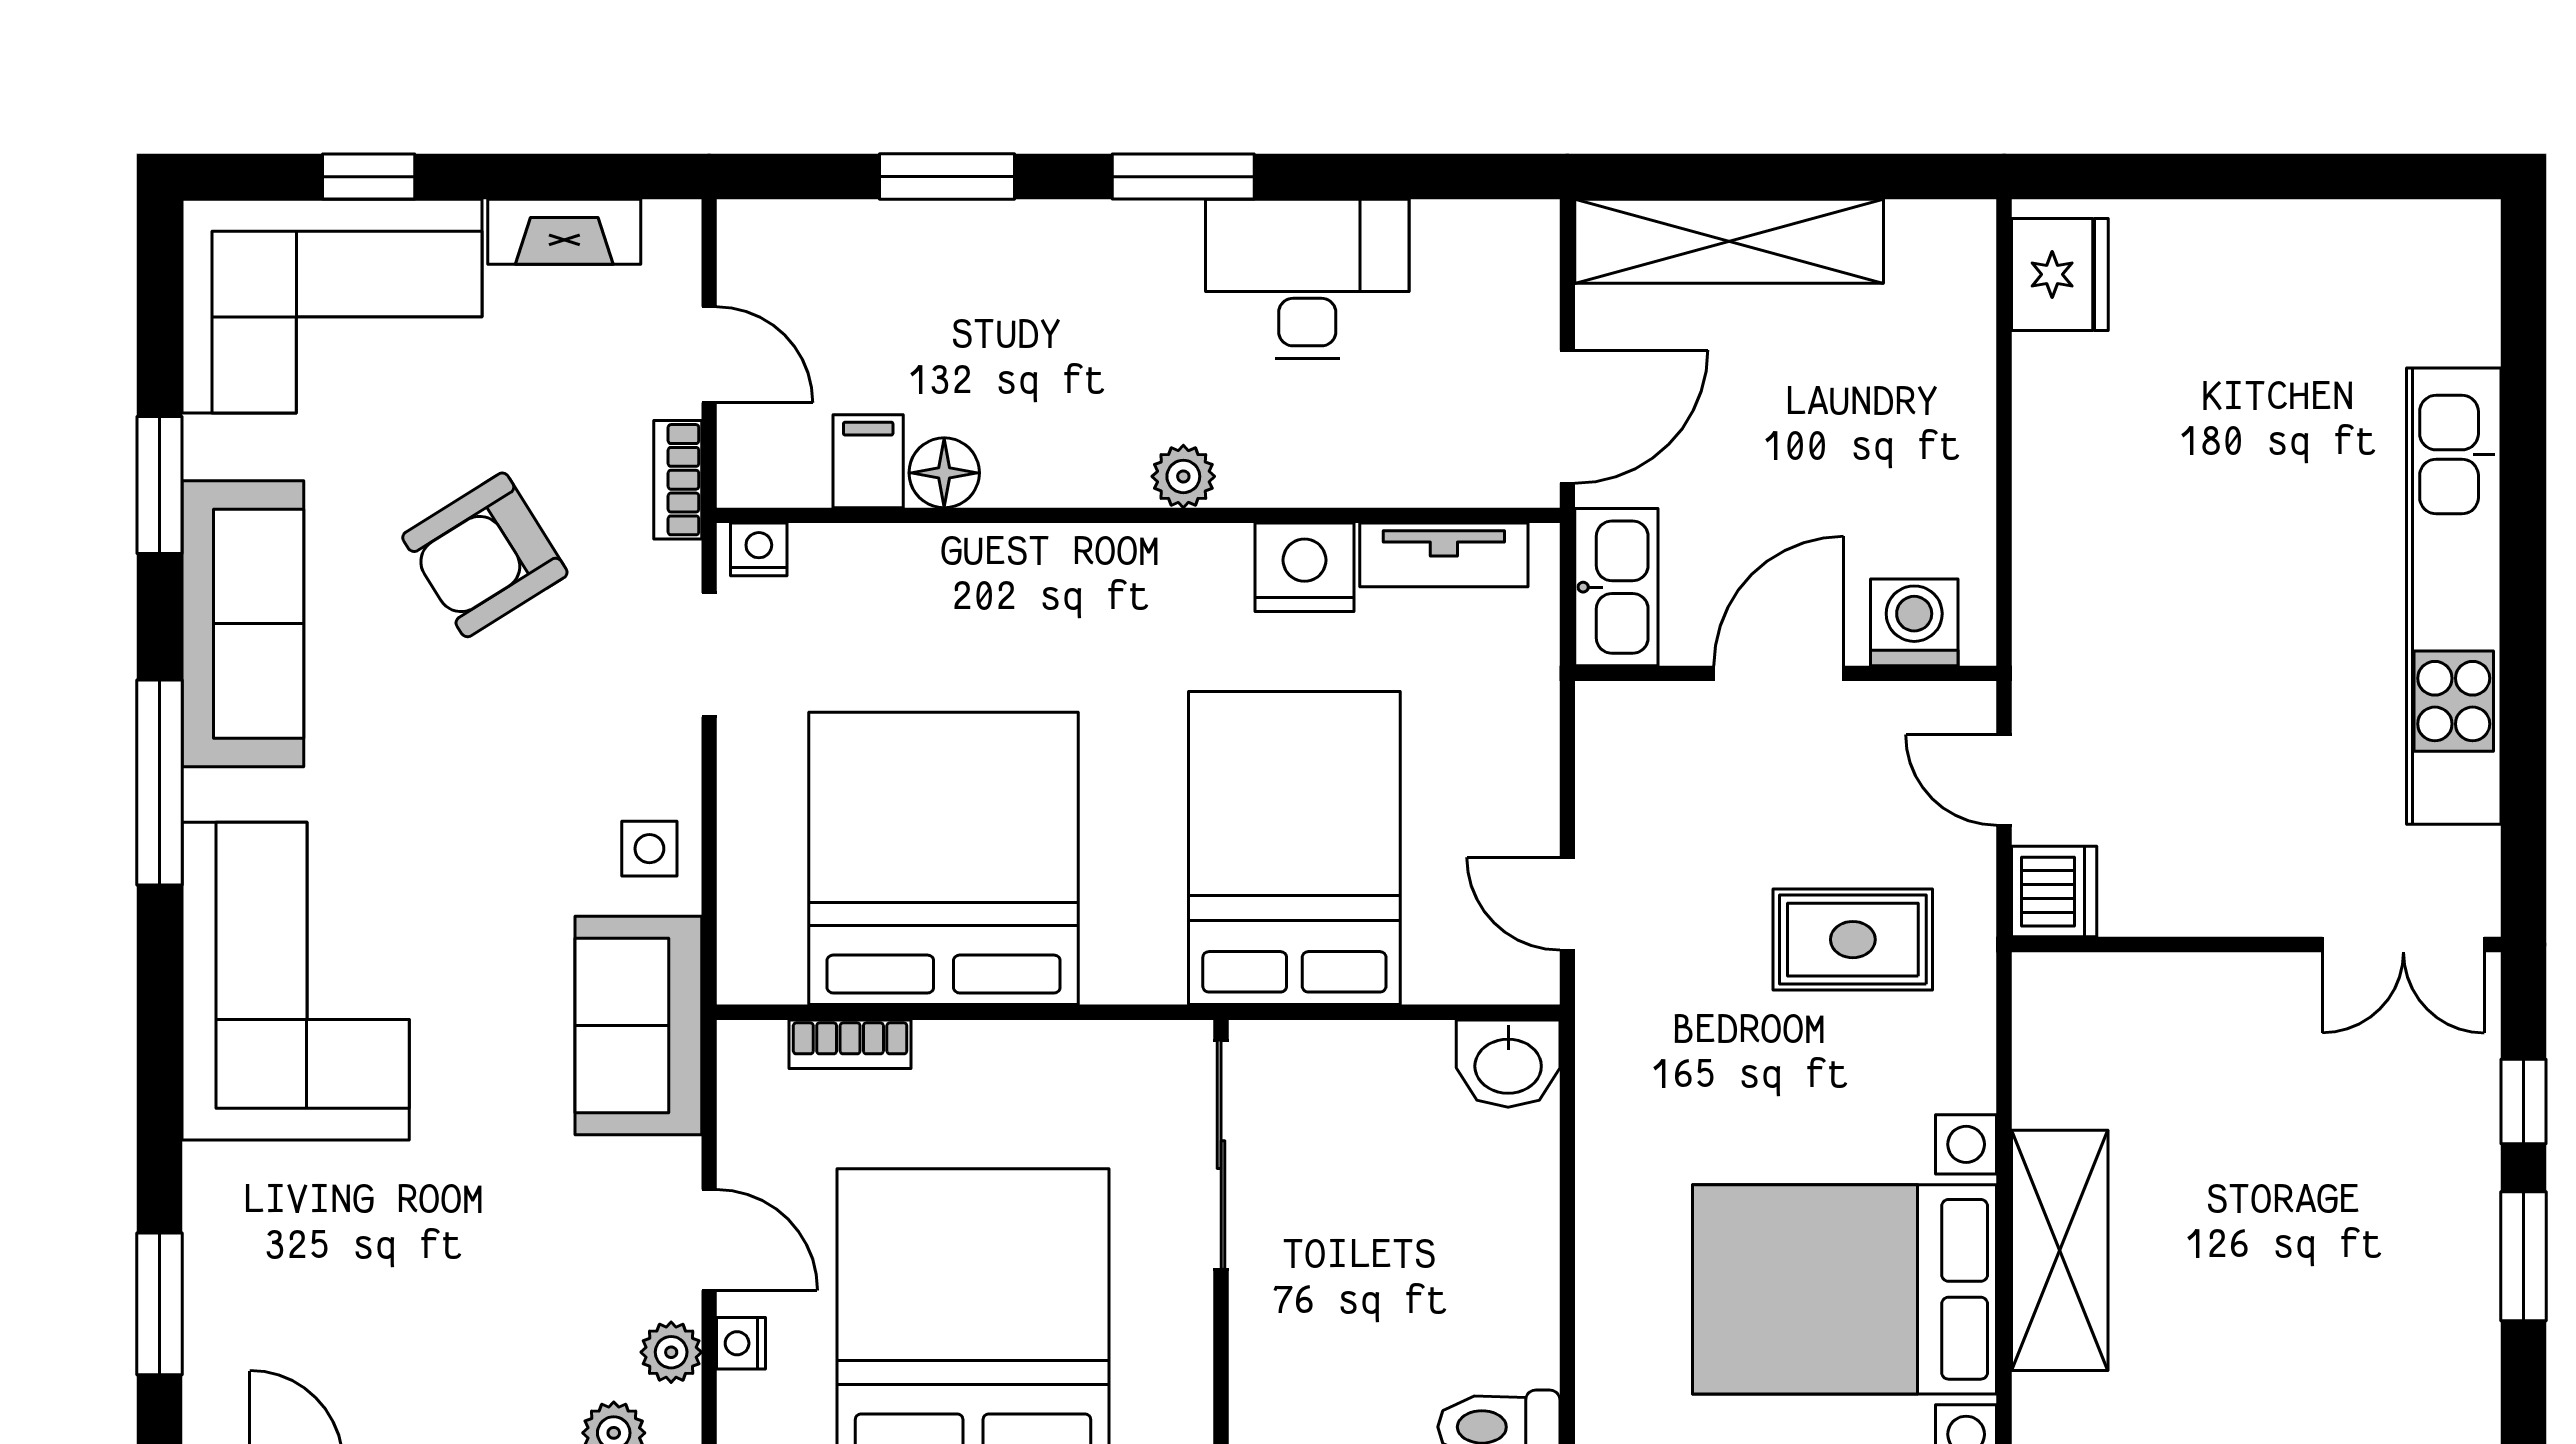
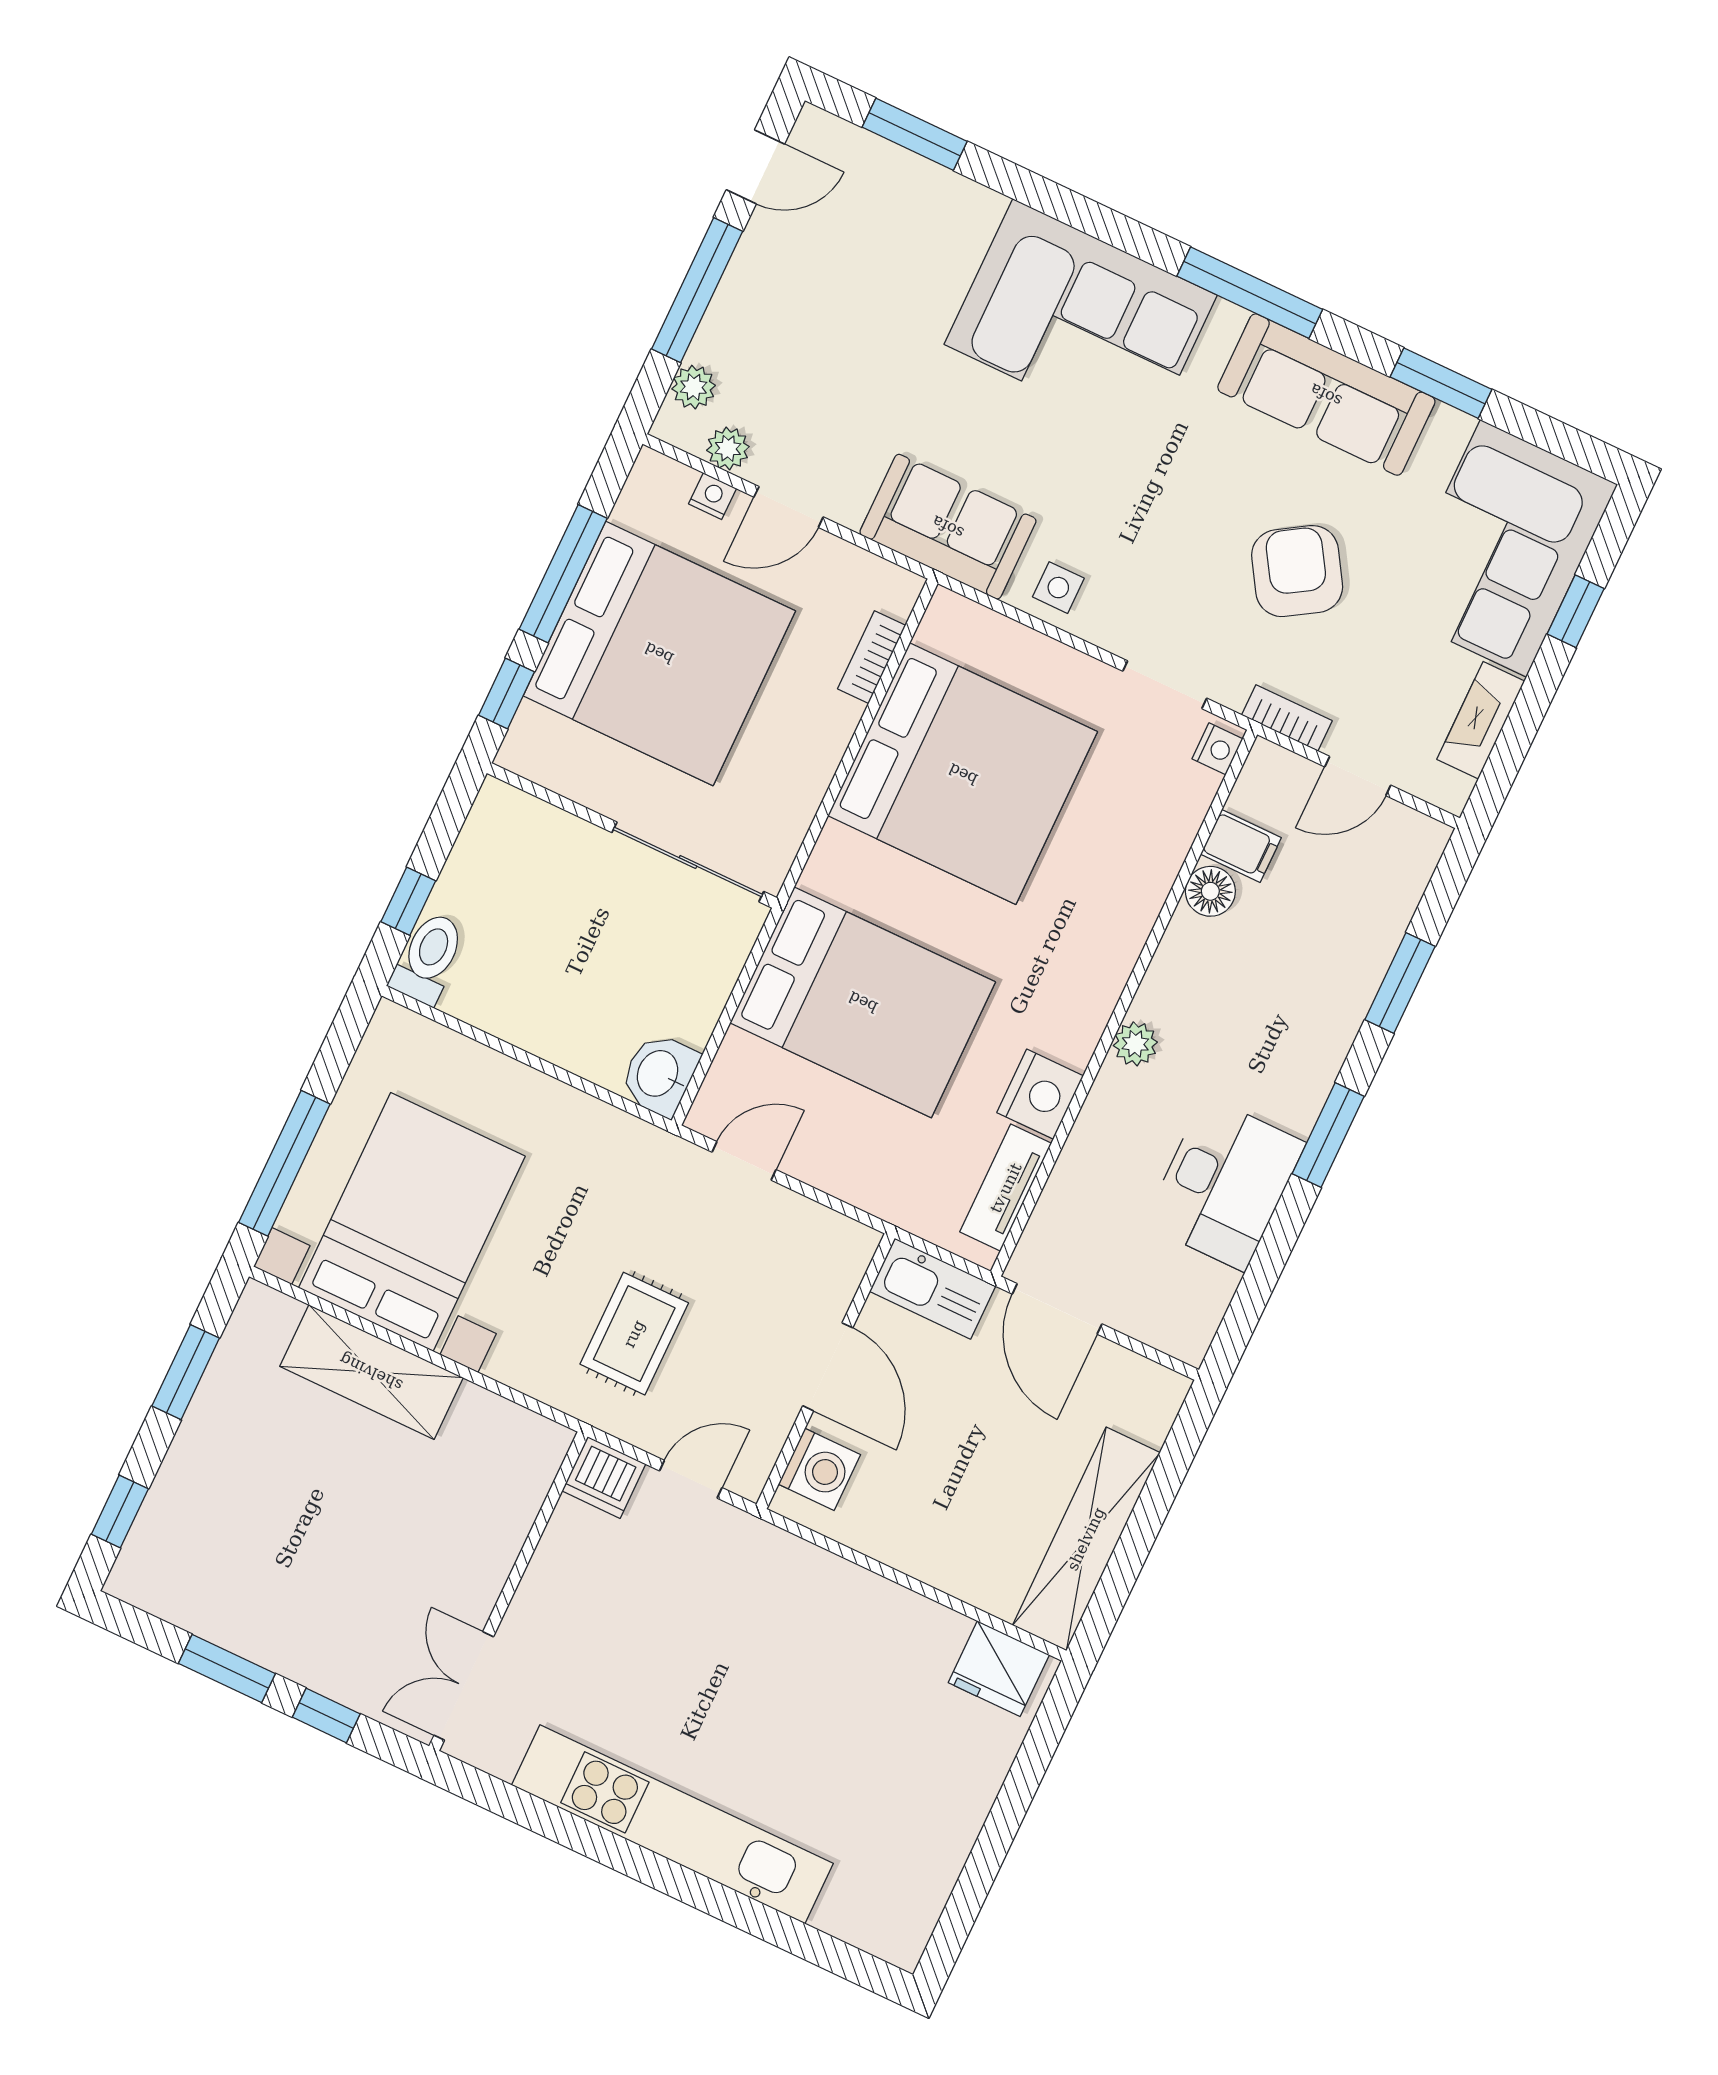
shelving: (1729, 241) -> (1086, 1539), moved

